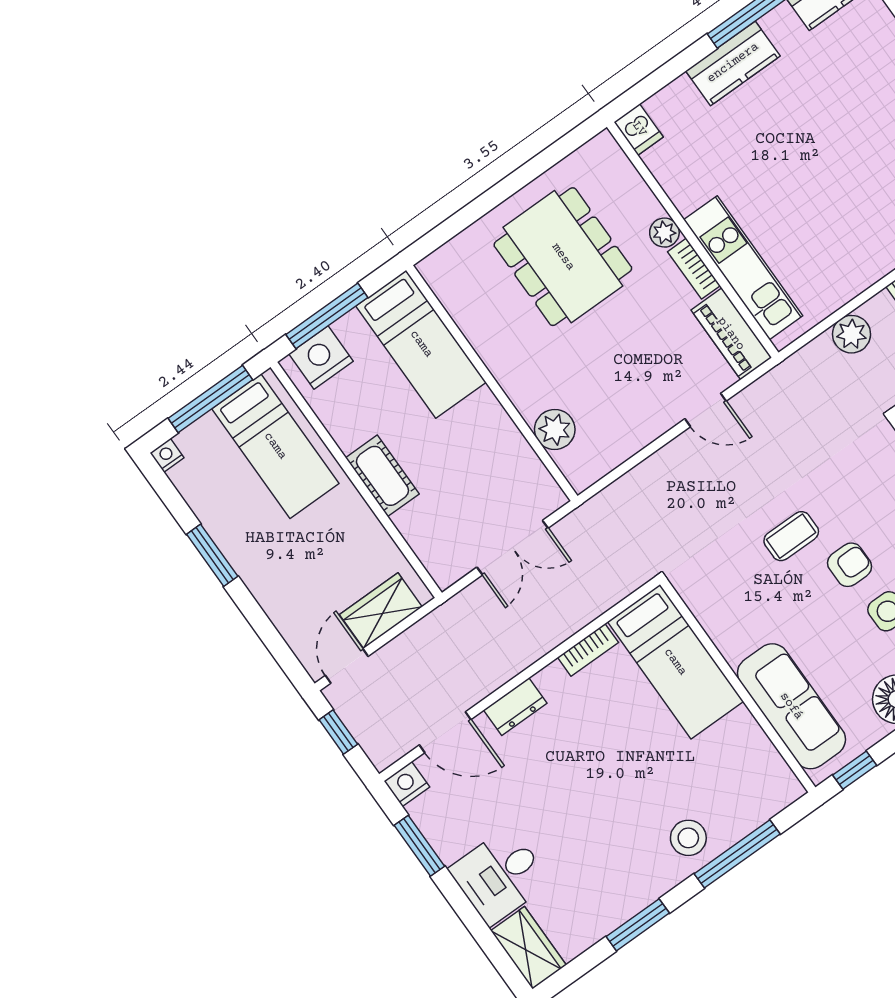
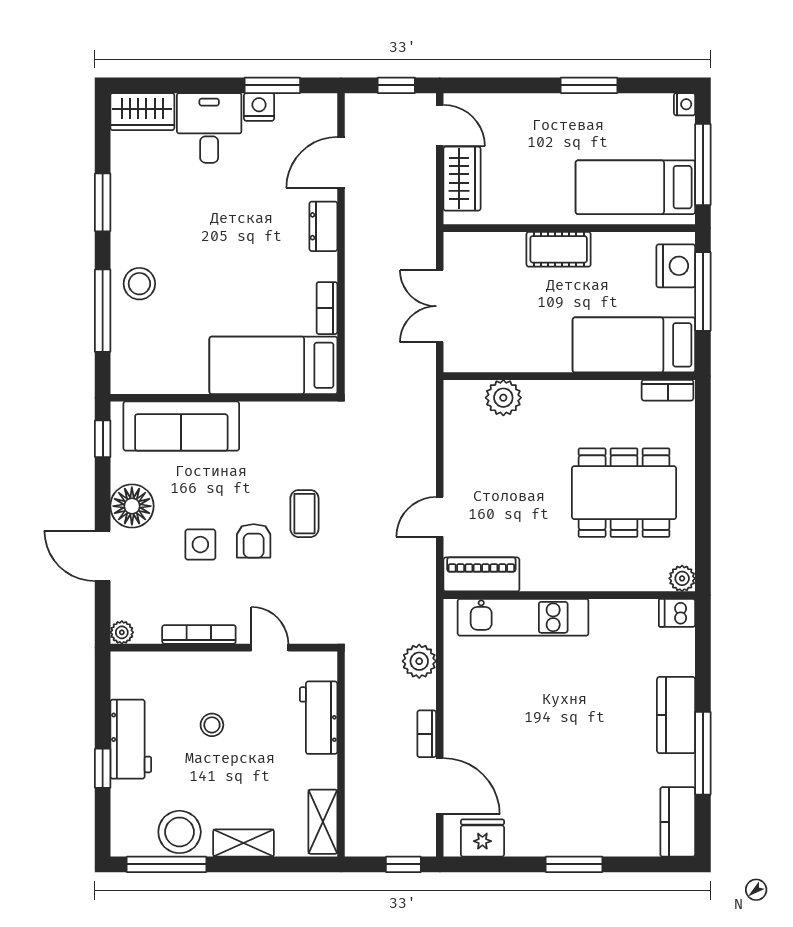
plant: (664, 233) -> (682, 578), moved
bookcase: (694, 269) -> (668, 390), moved, turned 180
nightstand: (407, 784) -> (259, 107), moved, turned -90

